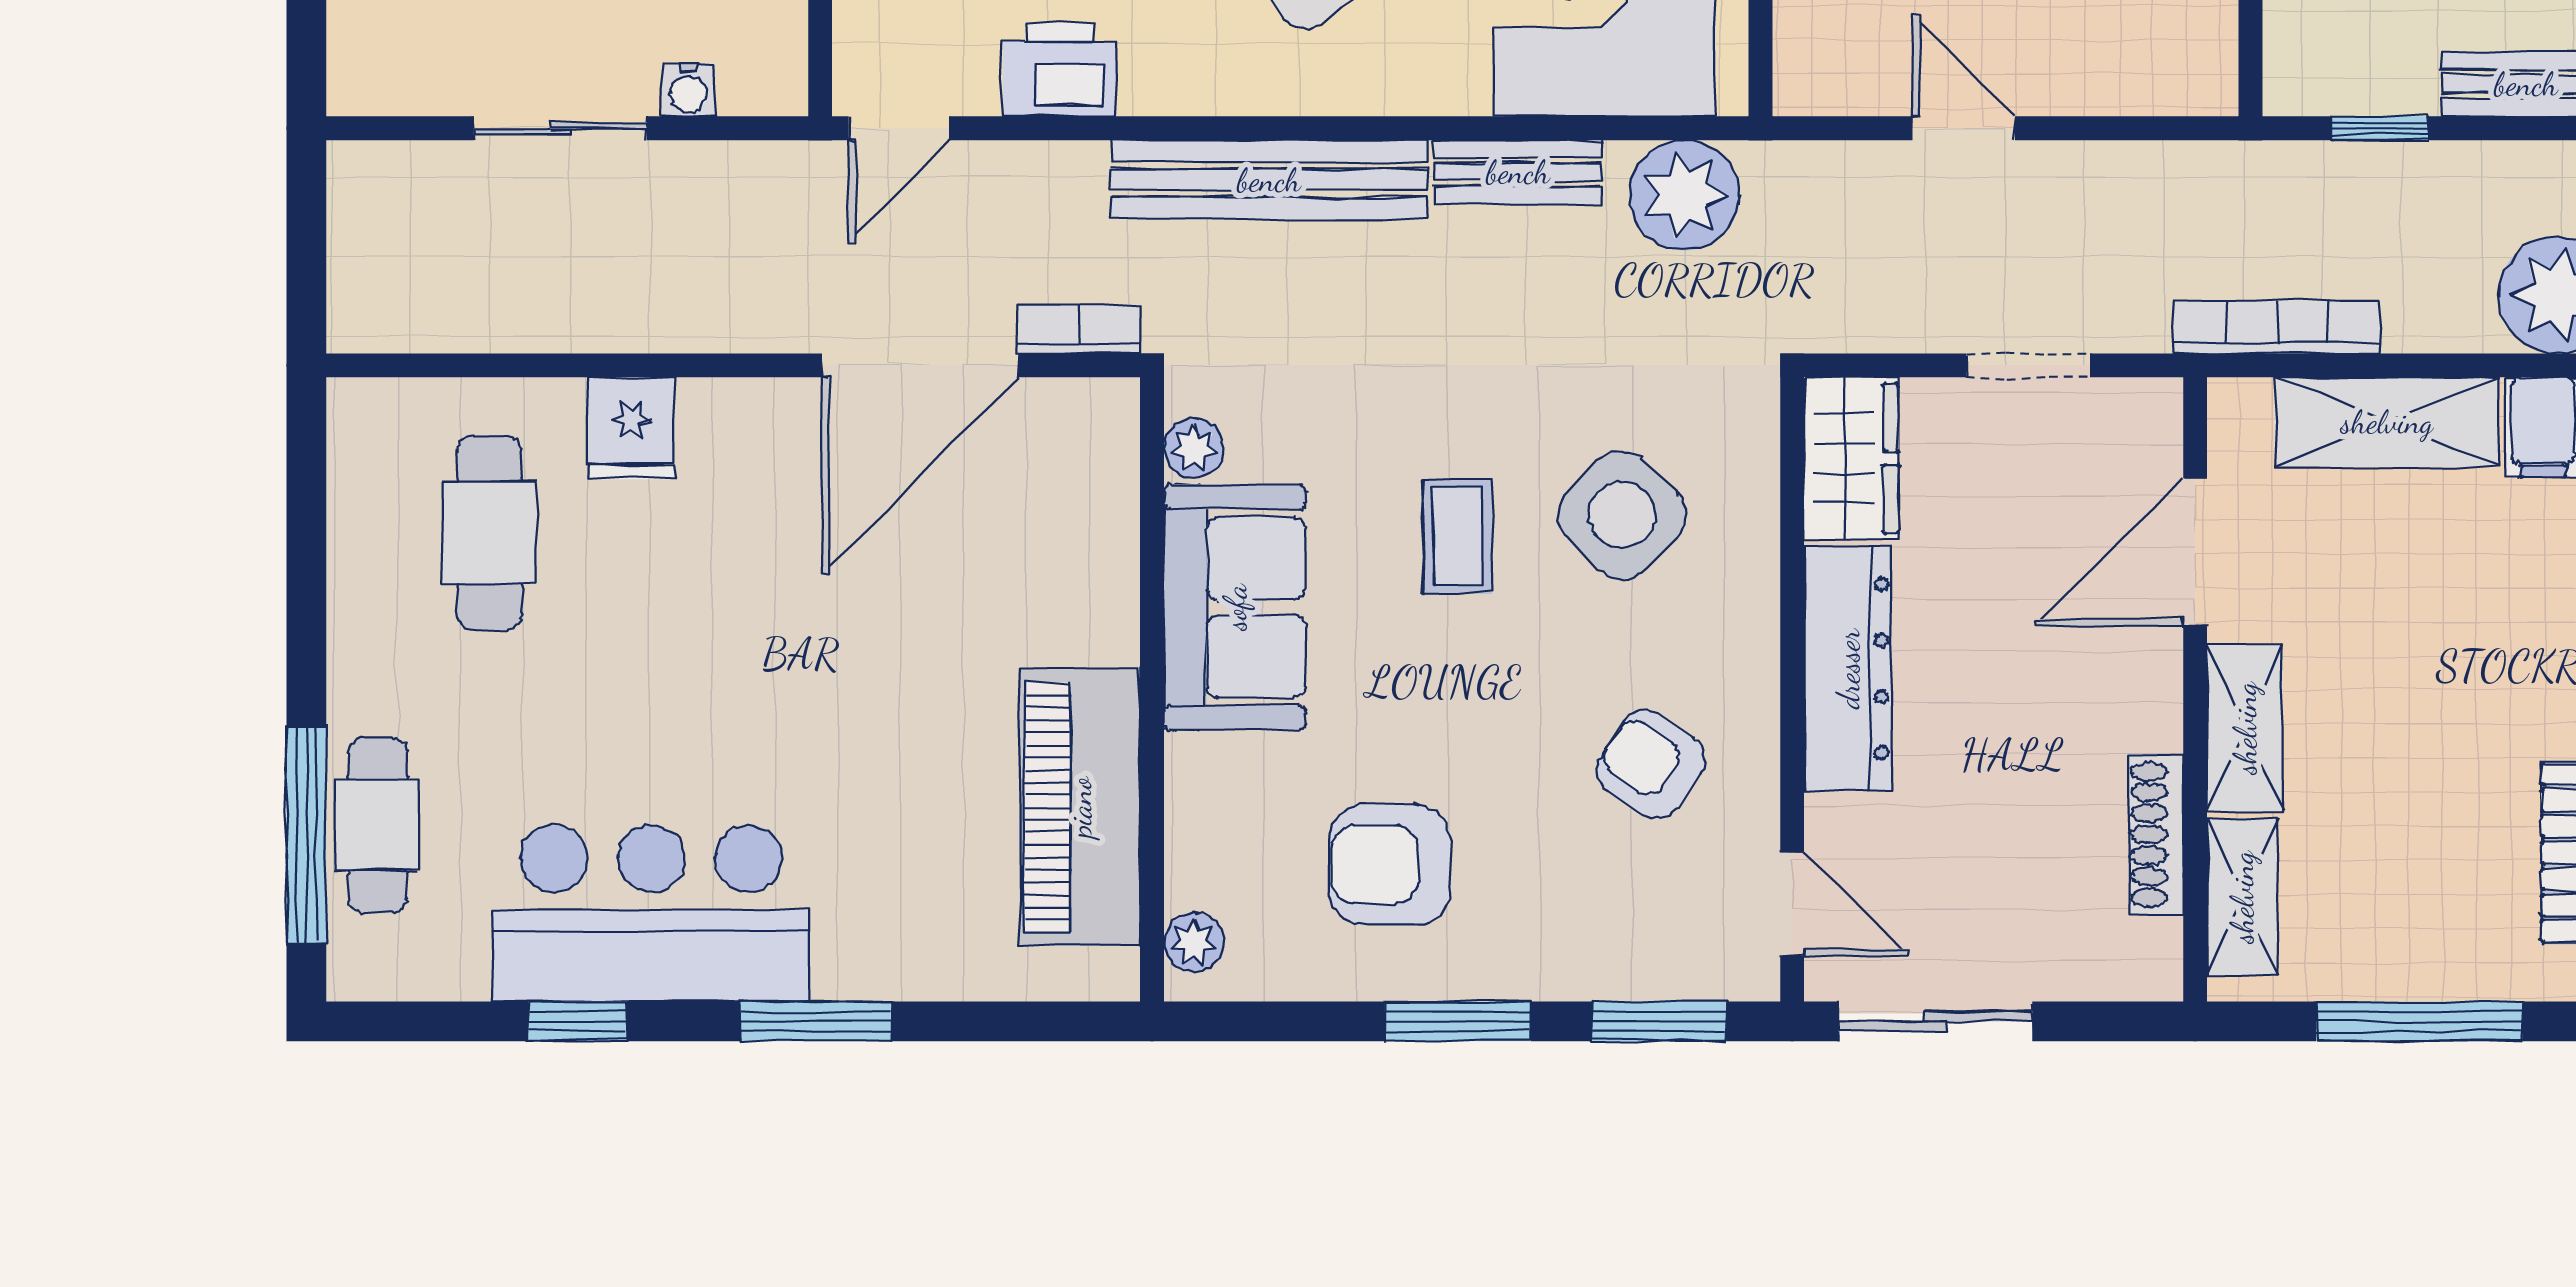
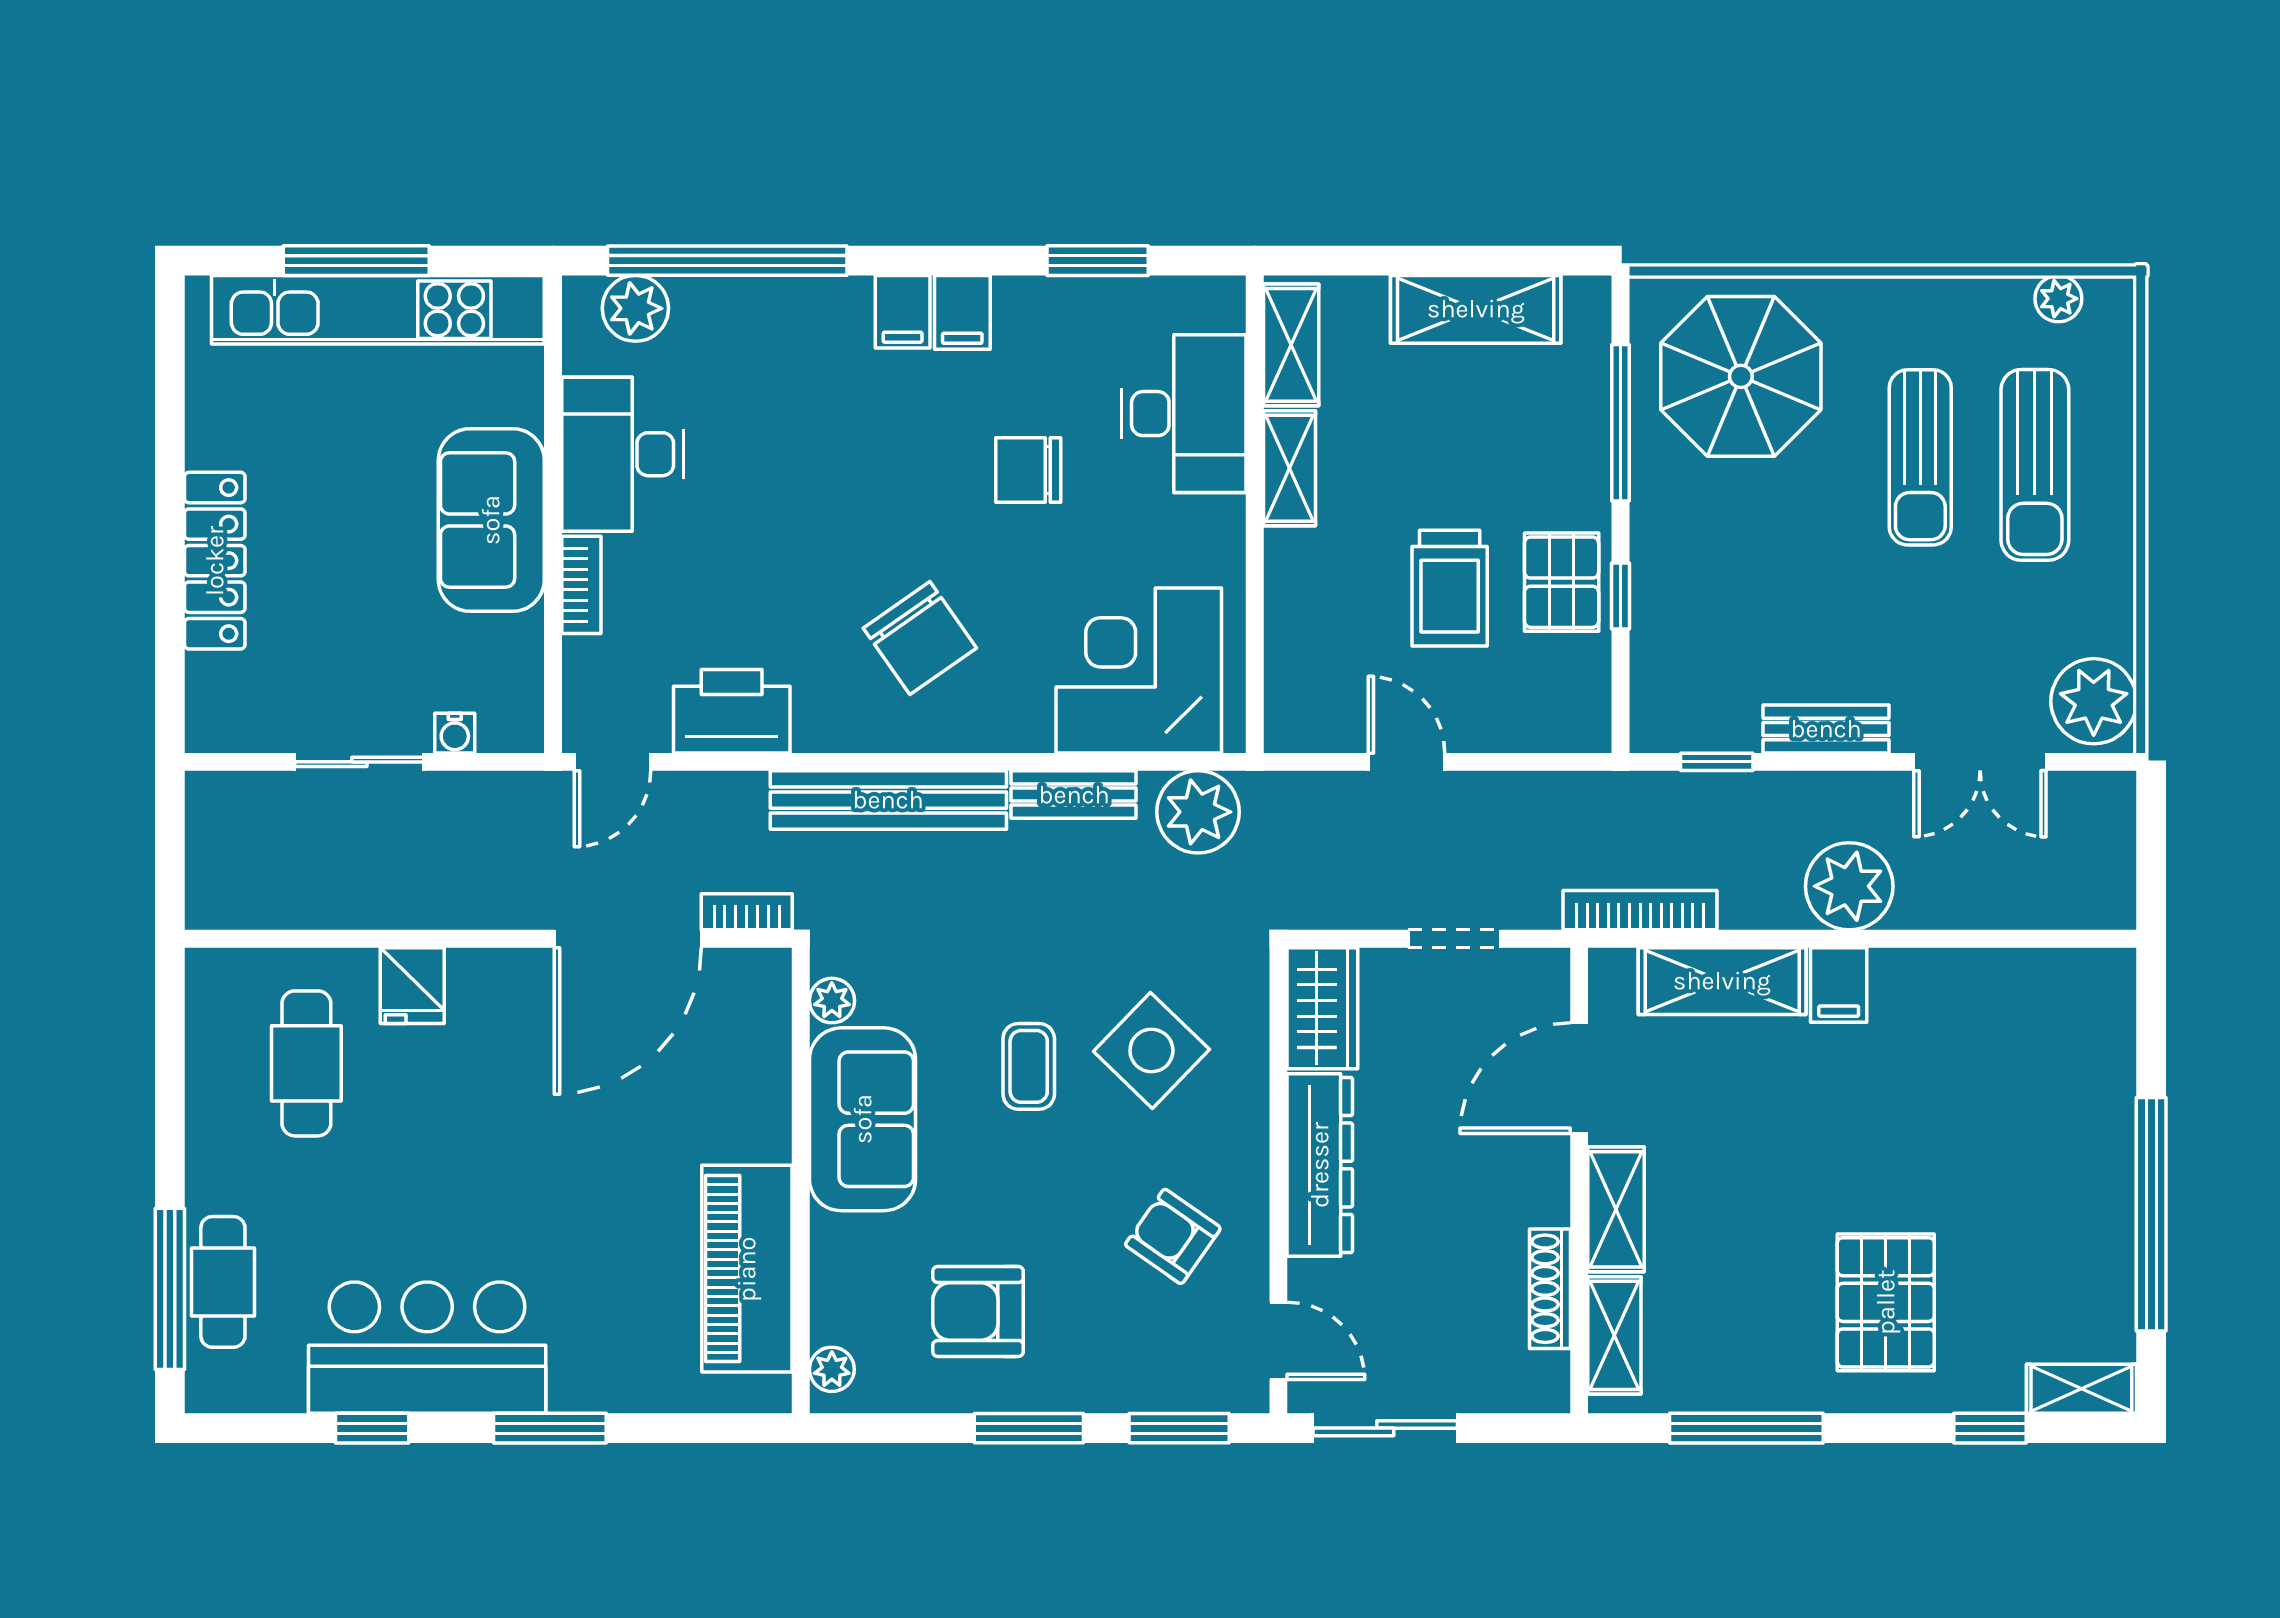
printer: (1060, 70) -> (732, 711), width x1.37, depth x1.19

